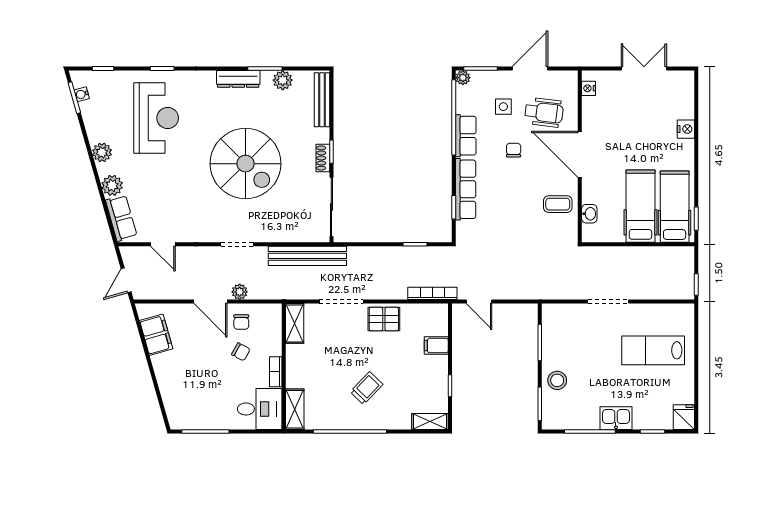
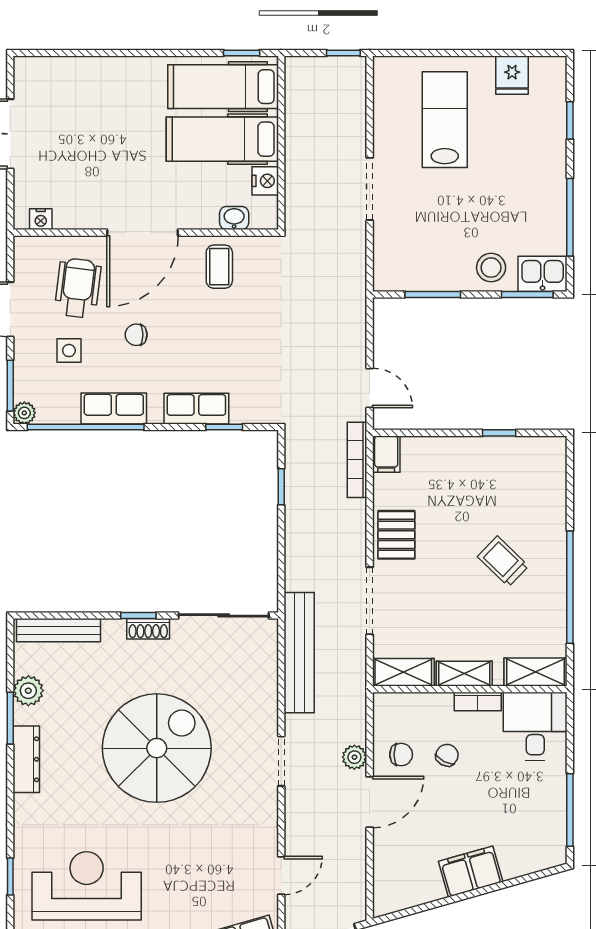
nightstand: (686, 129) -> (265, 181), moved, turned 90
row of seats: (466, 189) -> (196, 409), width x0.68
door: (479, 302) -> (370, 388), hinge flipped
filing cabinet: (156, 335) -> (471, 872), moved
filing cabinet: (436, 346) -> (386, 454), moved
lab bench: (653, 350) -> (445, 120), turned 180
fridge: (684, 417) -> (512, 75), moved, turned -90
kitchen sink: (616, 418) -> (543, 274), moved, turned 90
shelving: (430, 421) -> (464, 674), moved, turned 90

